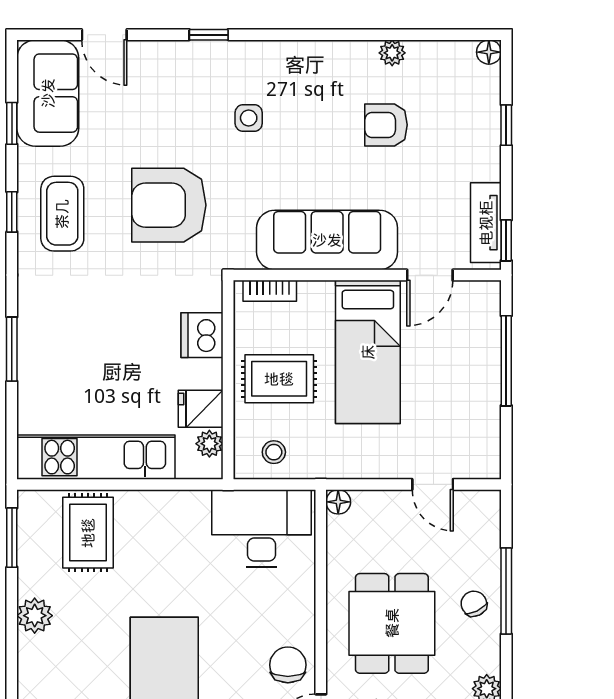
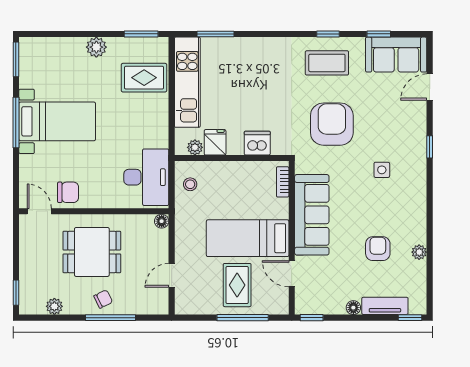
floor lamp: (489, 52) -> (353, 308), moved
window: (506, 125) -> (410, 318), moved
tv unit: (486, 223) -> (385, 306), moved
window: (12, 349) -> (216, 34), moved
rug: (279, 379) -> (237, 285), moved

